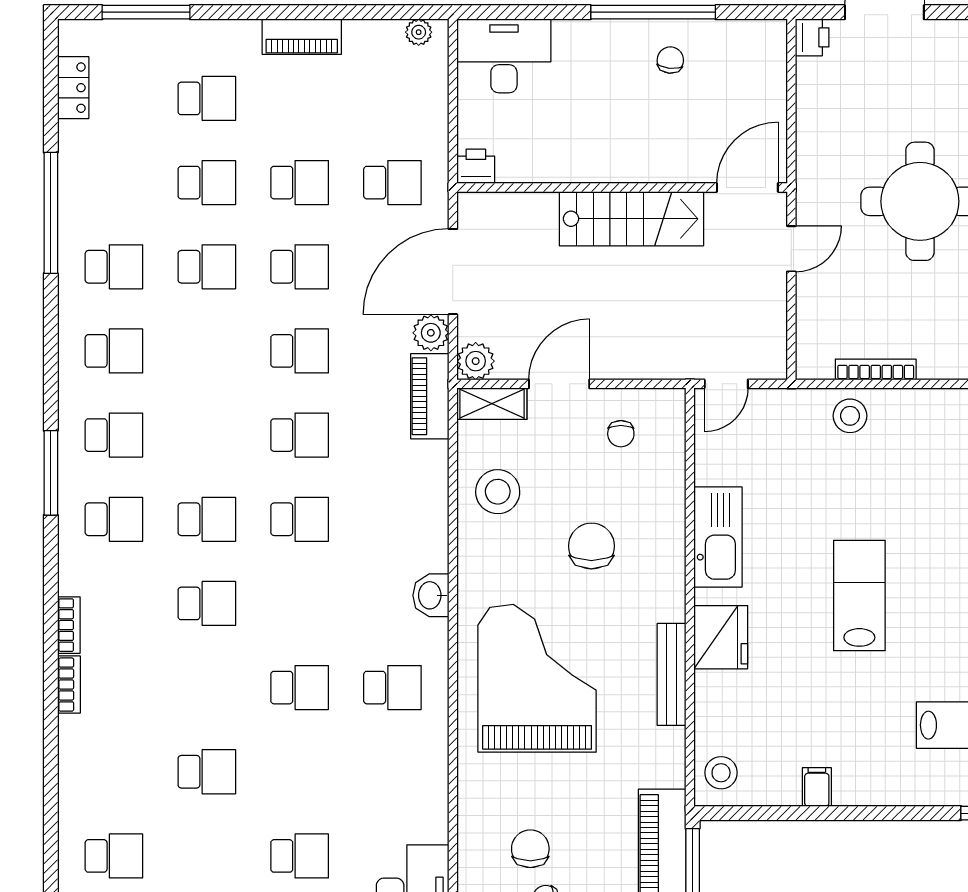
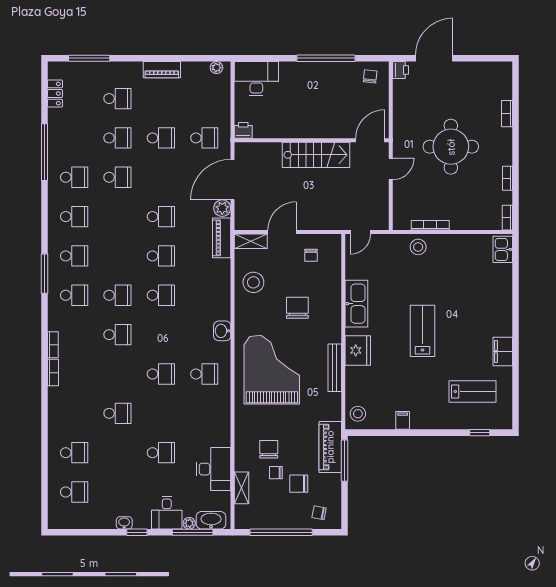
chair: (670, 60) -> (370, 76), moved
school desk: (300, 267) -> (161, 177), removed
plant: (476, 361) -> (243, 221), removed

